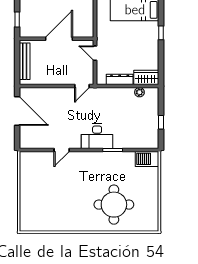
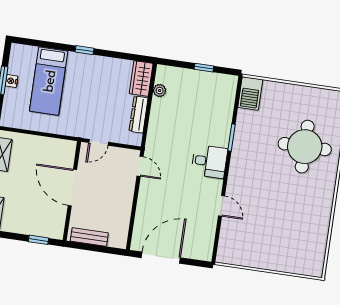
bench: (25, 61) -> (89, 237), width x0.73
desk: (97, 136) -> (209, 161), width x0.73

